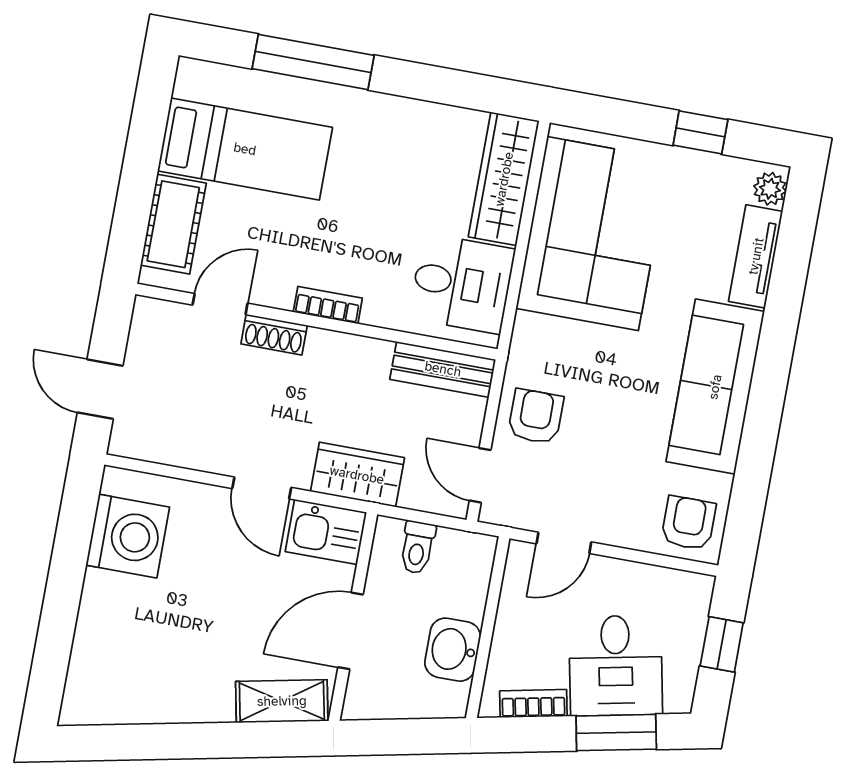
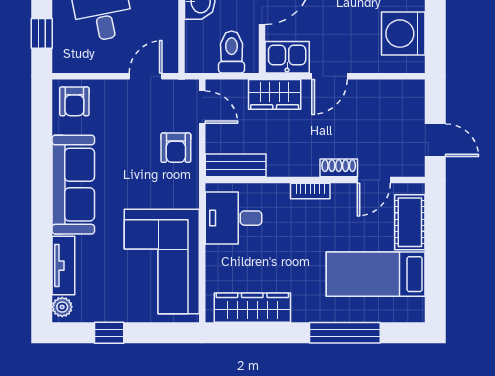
wardrobe: (504, 179) -> (252, 308), moved, turned -90
door: (100, 389) -> (435, 140), moved
door: (262, 488) -> (330, 76), swing flipped
toilet: (417, 547) -> (232, 52), width x1.37, depth x1.39

